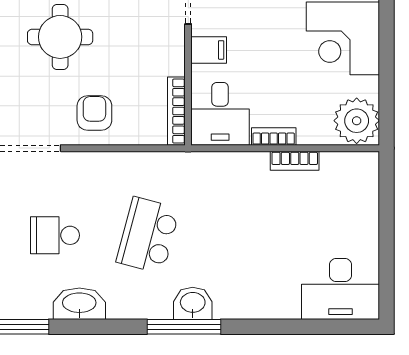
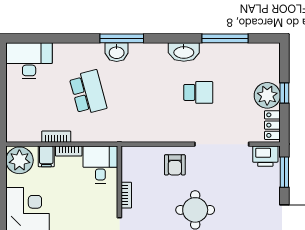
filing cabinet: (209, 50) -> (46, 156), moved, turned -90
bookcase: (176, 111) -> (126, 195), moved, width x0.64
school desk: (148, 235) -> (88, 92), moved, turned -30

